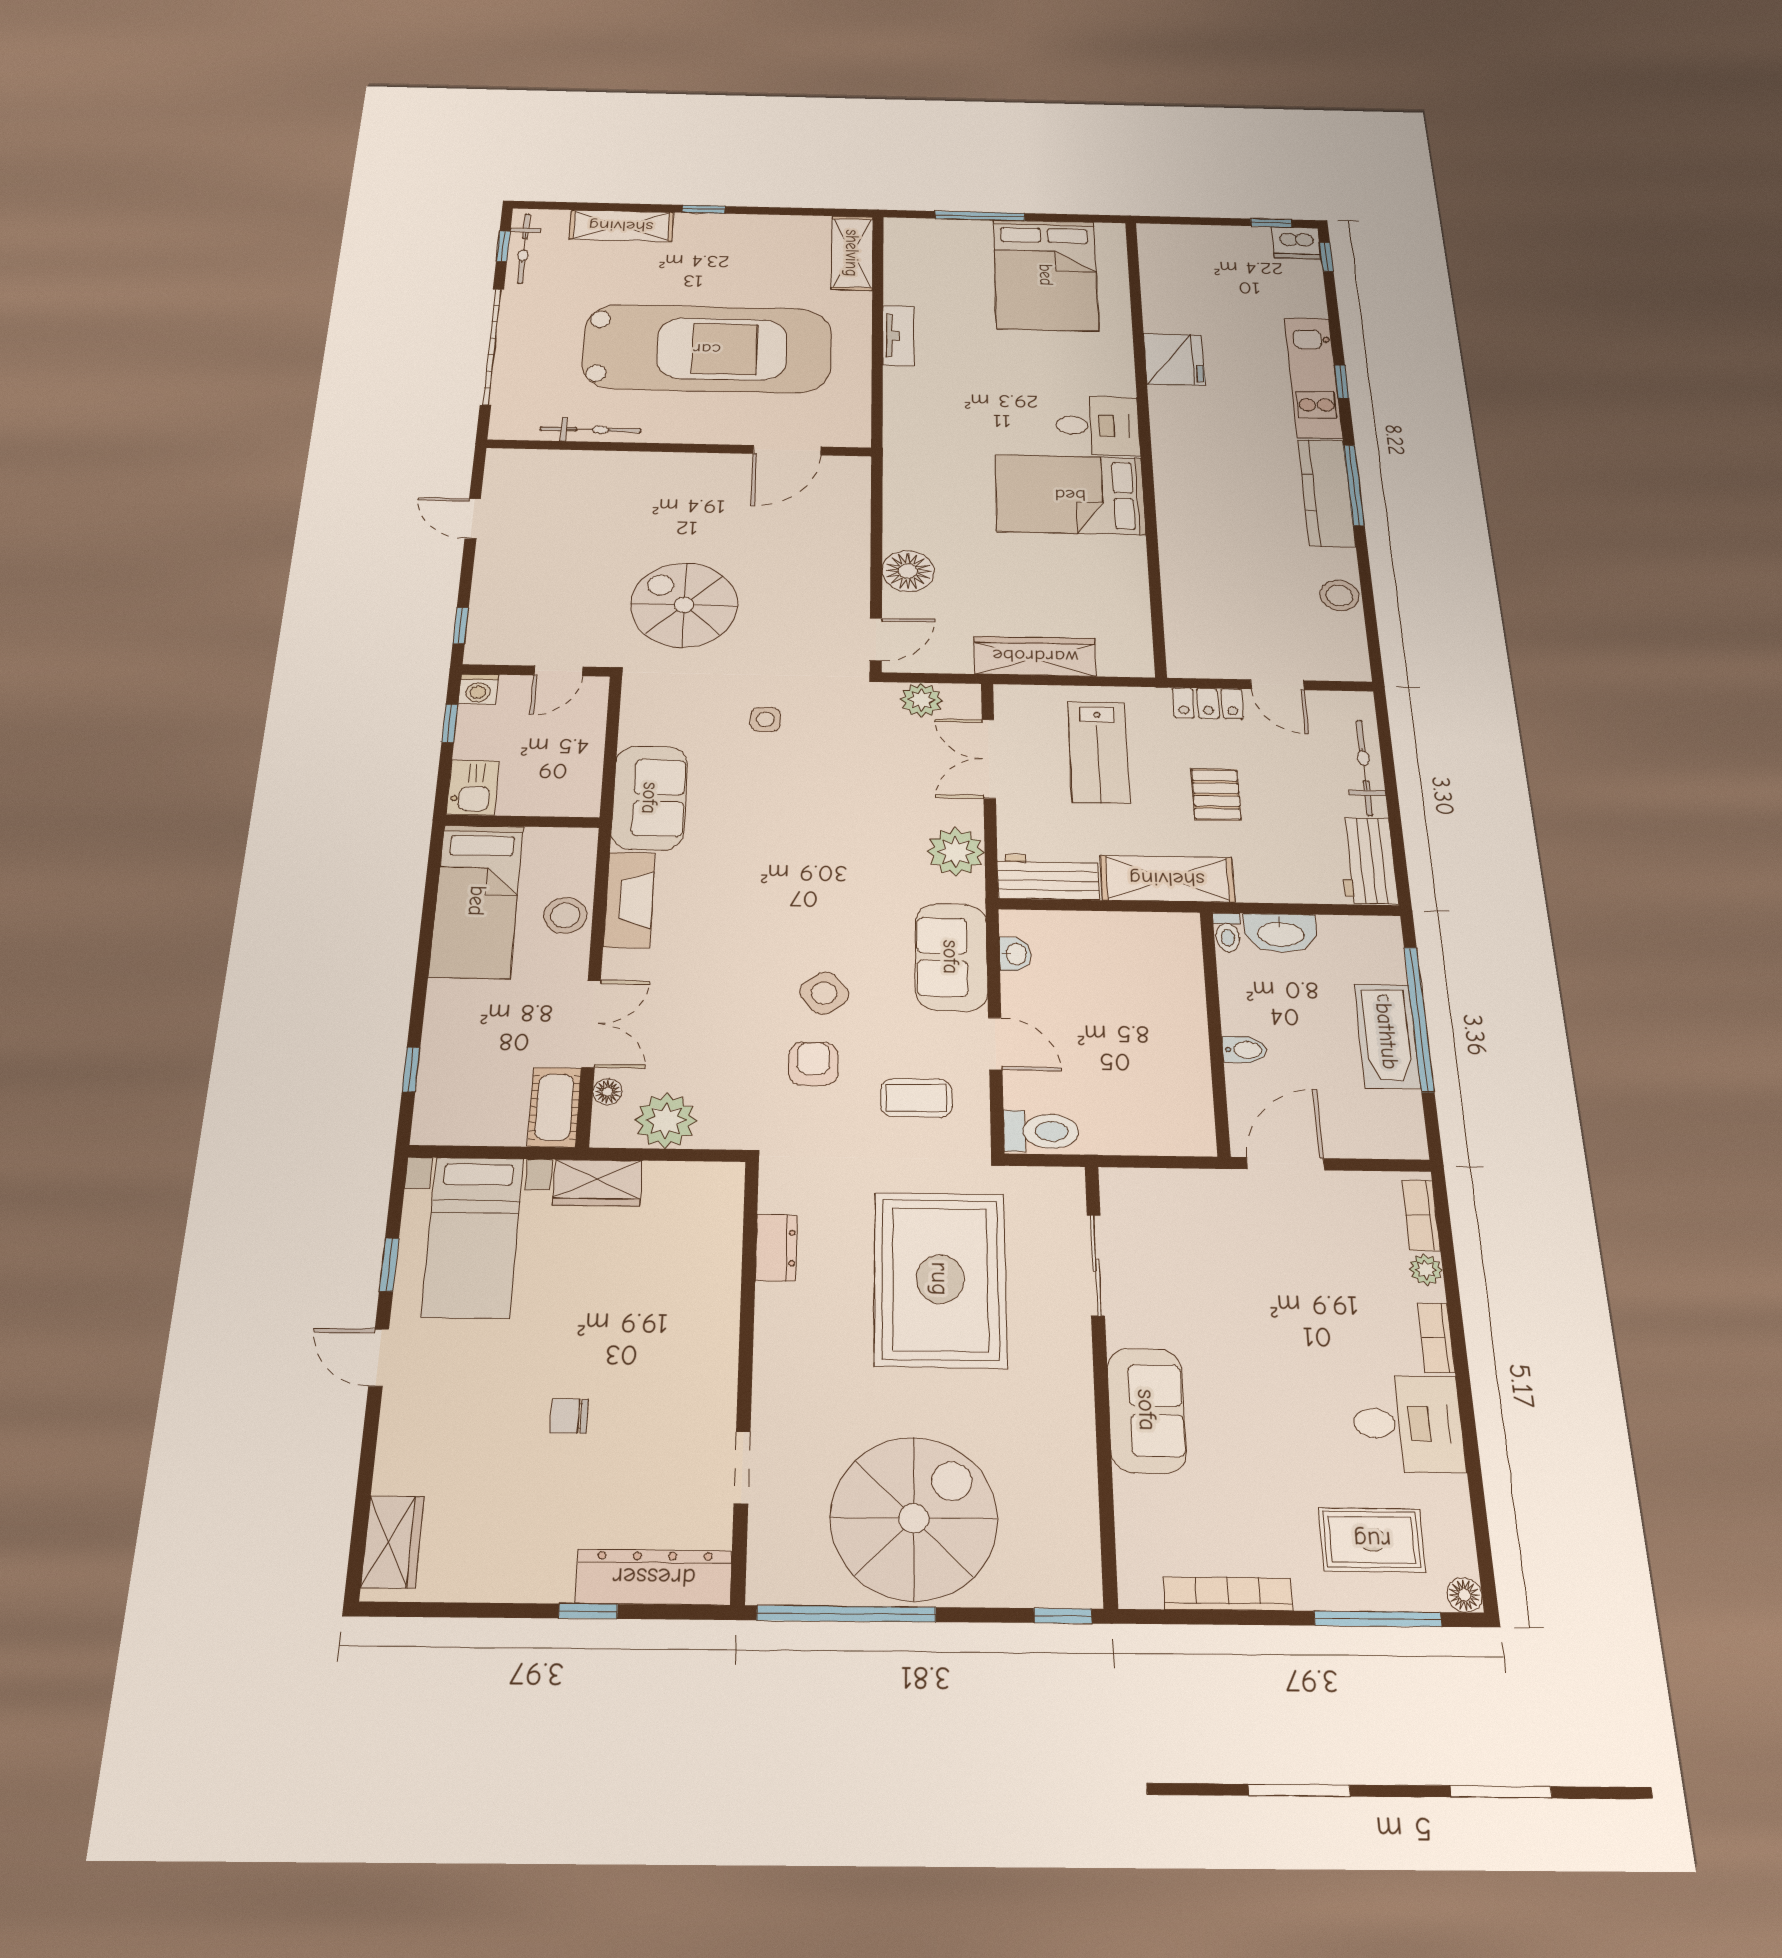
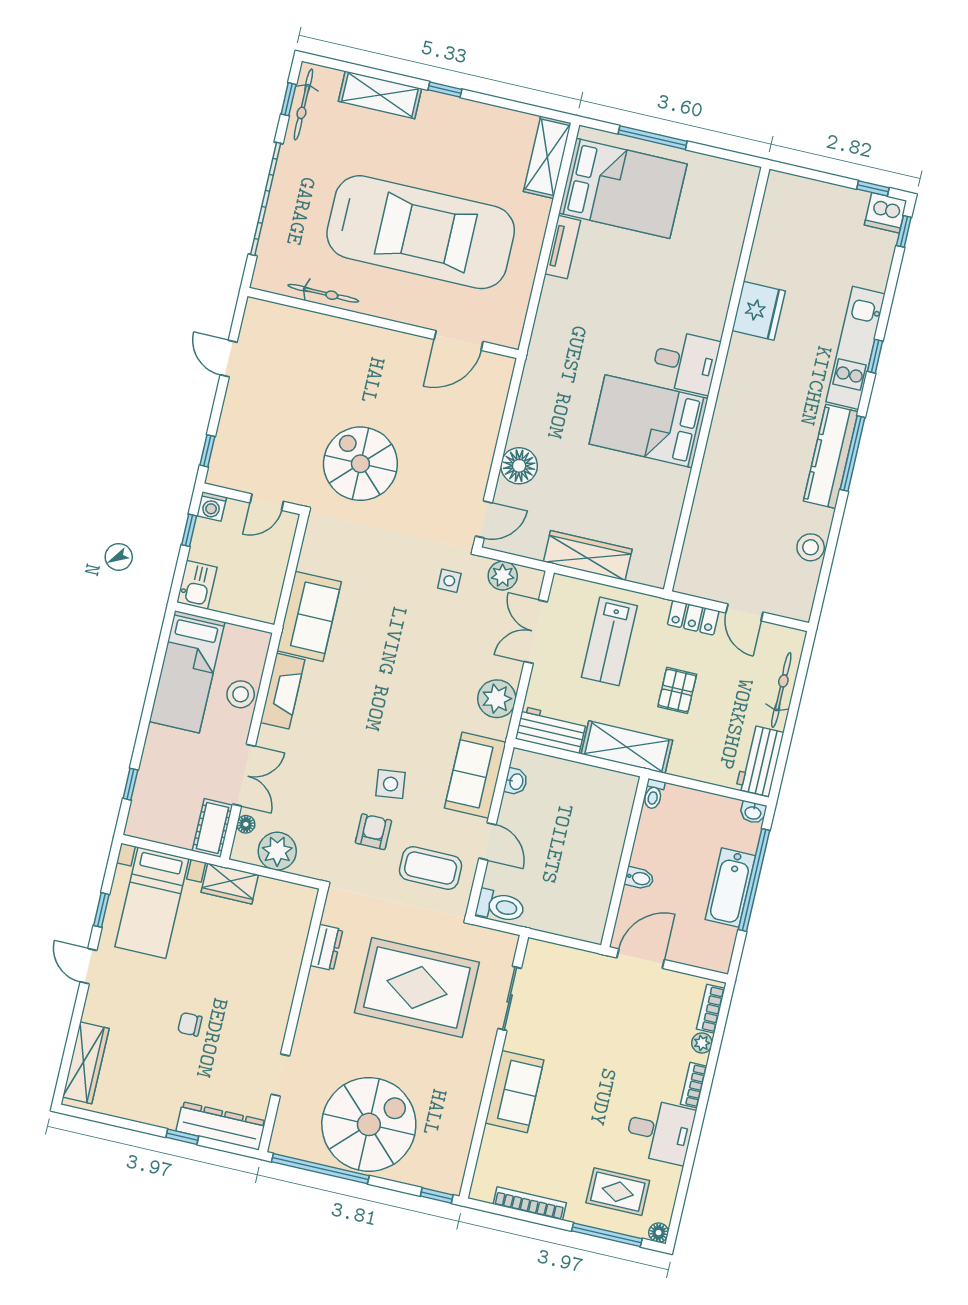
bed: (1046, 275) -> (623, 188), moved, turned -90
side table: (765, 719) -> (449, 581), moved
washbasin: (1281, 933) -> (753, 812), moved, width x0.52, depth x0.69
side table: (824, 993) -> (391, 784), turned 32
coffee table: (916, 1098) -> (431, 868), width x1.36, depth x1.30
rug: (940, 1279) -> (417, 987), turned 90
wardrobe: (393, 1542) -> (86, 1063), width x1.50

